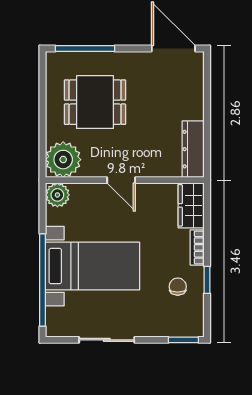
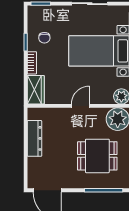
dresser: (193, 149) -> (34, 138), moved
door: (121, 180) -> (81, 106), hinge flipped

